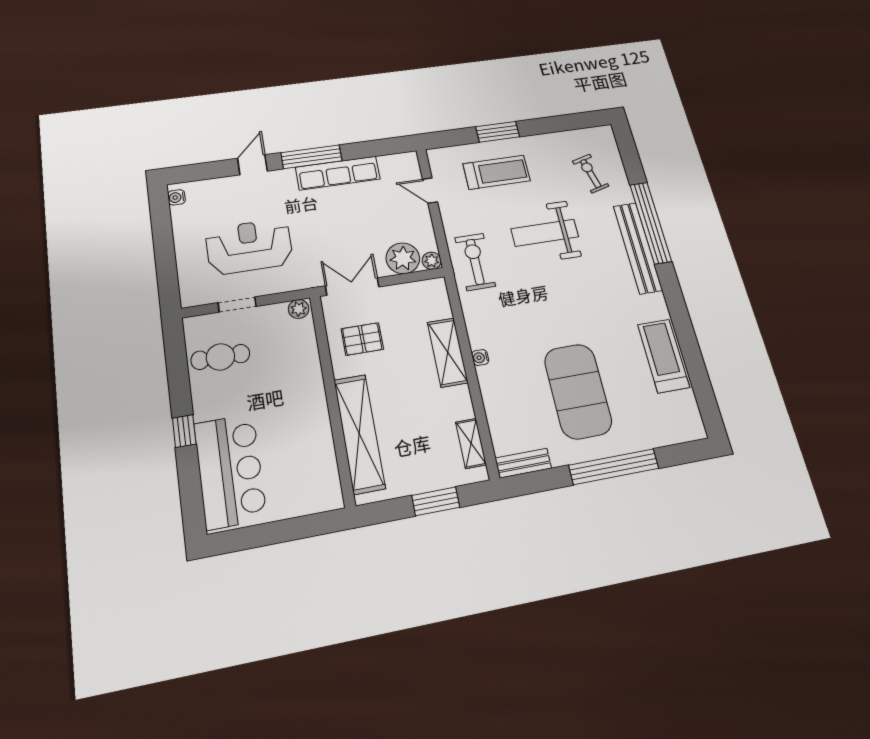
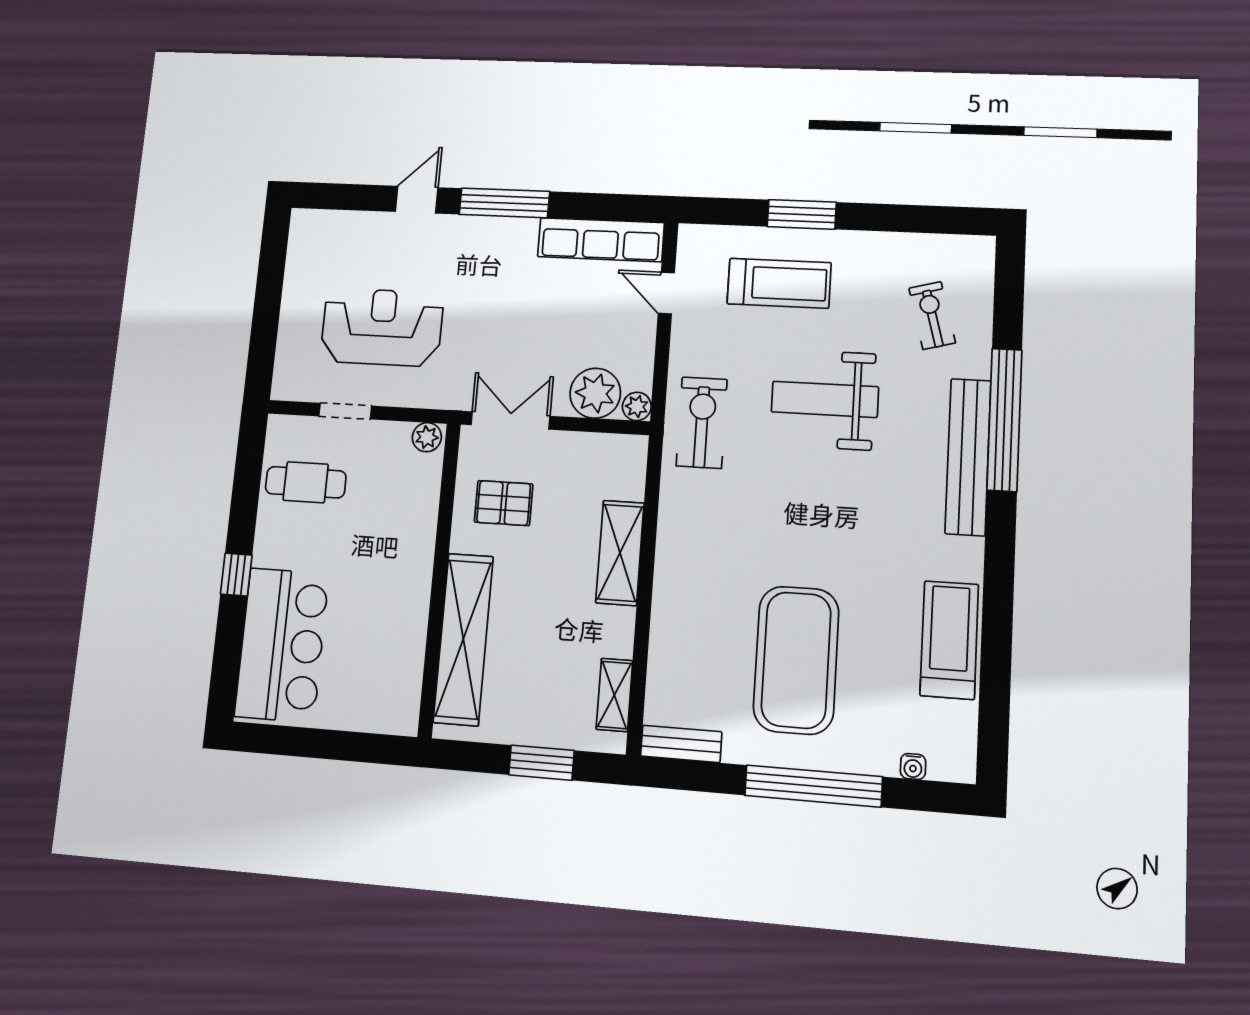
row of seats: (338, 173) -> (601, 240), moved
water cooler: (177, 197) -> (300, 231), removed
water cooler: (480, 358) -> (913, 767), moved, turned -90

